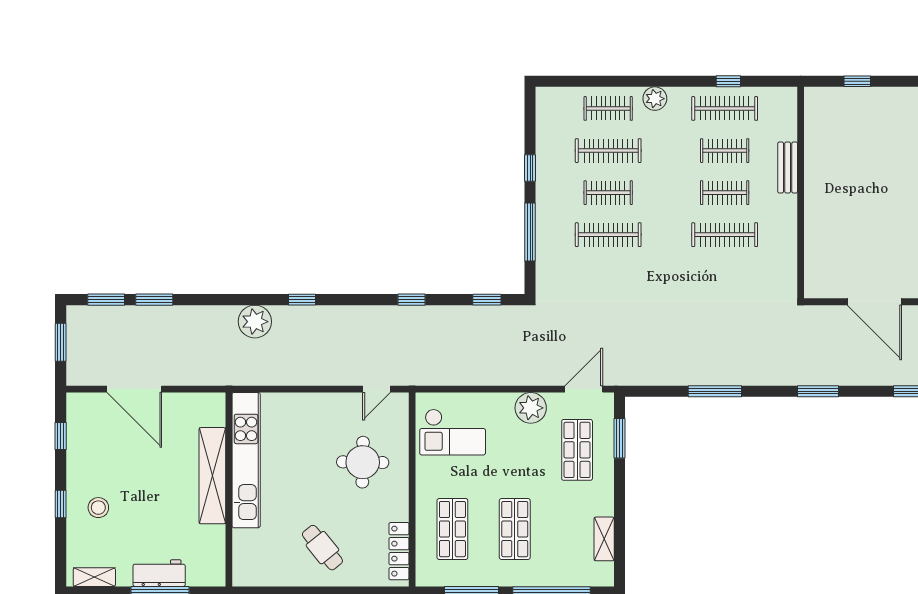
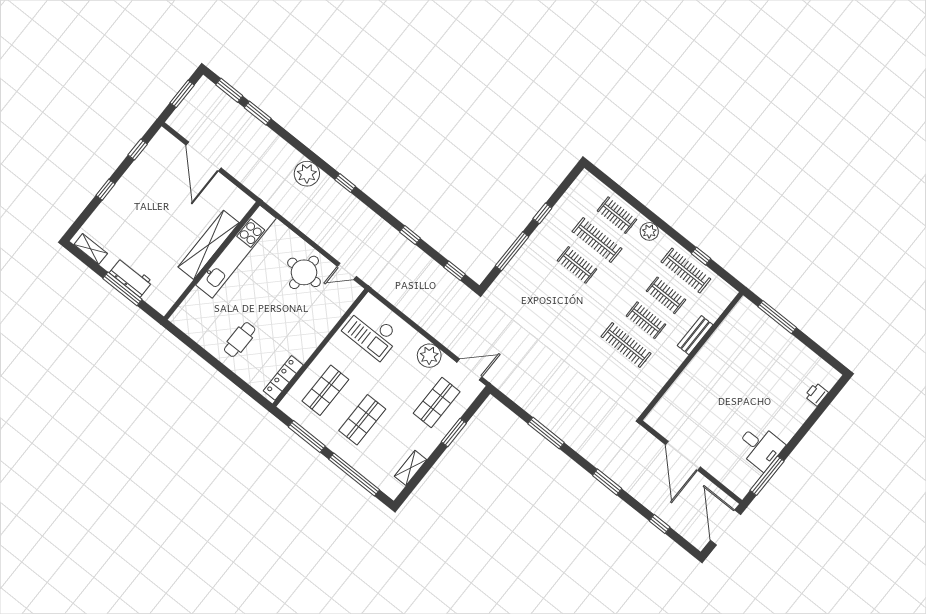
window: (857, 81) -> (777, 317), width x2.17
clothes rail: (608, 235) -> (557, 290), removed
window: (620, 438) -> (454, 433), moved
round table: (363, 462) -> (304, 272), moved
stool: (98, 508) -> (126, 210), removed
cafe table: (322, 548) -> (240, 340), turned 39

